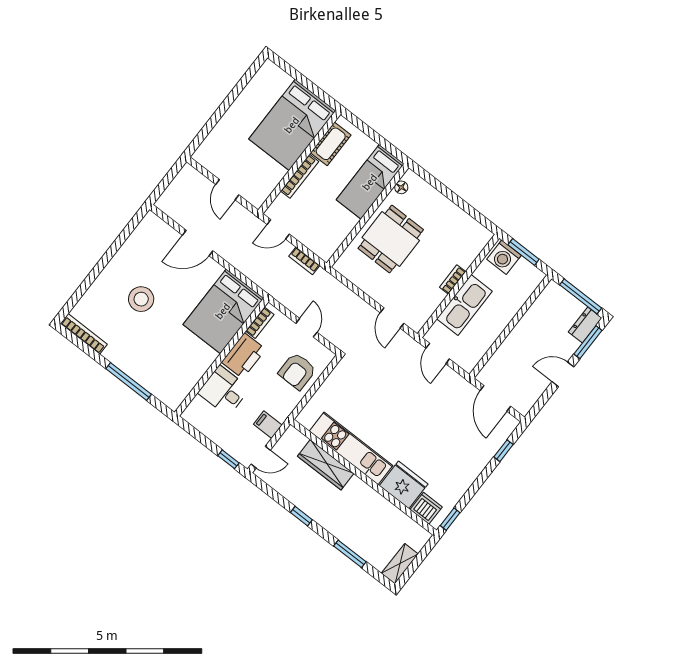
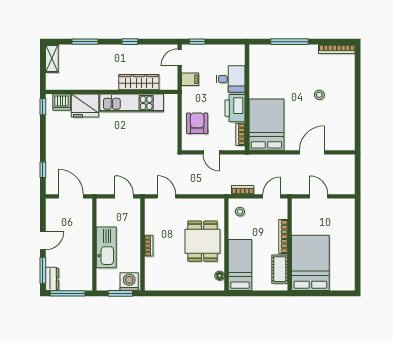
stool: (325, 240) -> (240, 212), added
stool: (141, 299) -> (319, 95), width x0.53, depth x0.53
kitchen sink: (464, 305) -> (106, 247), moved, turned 180

